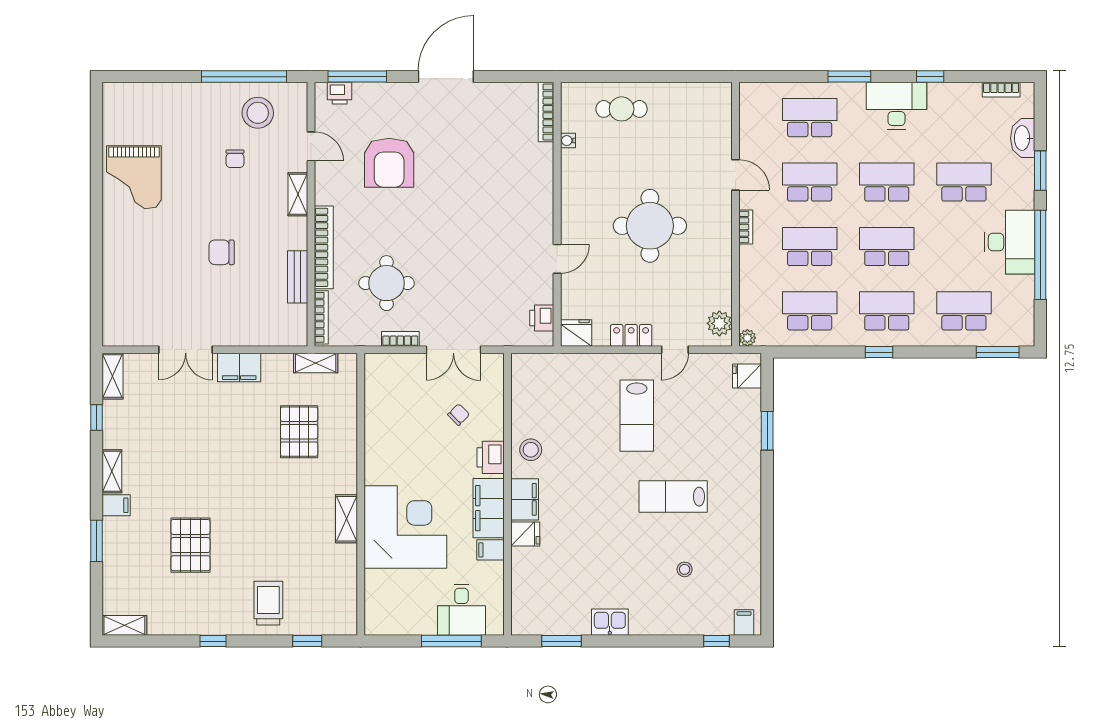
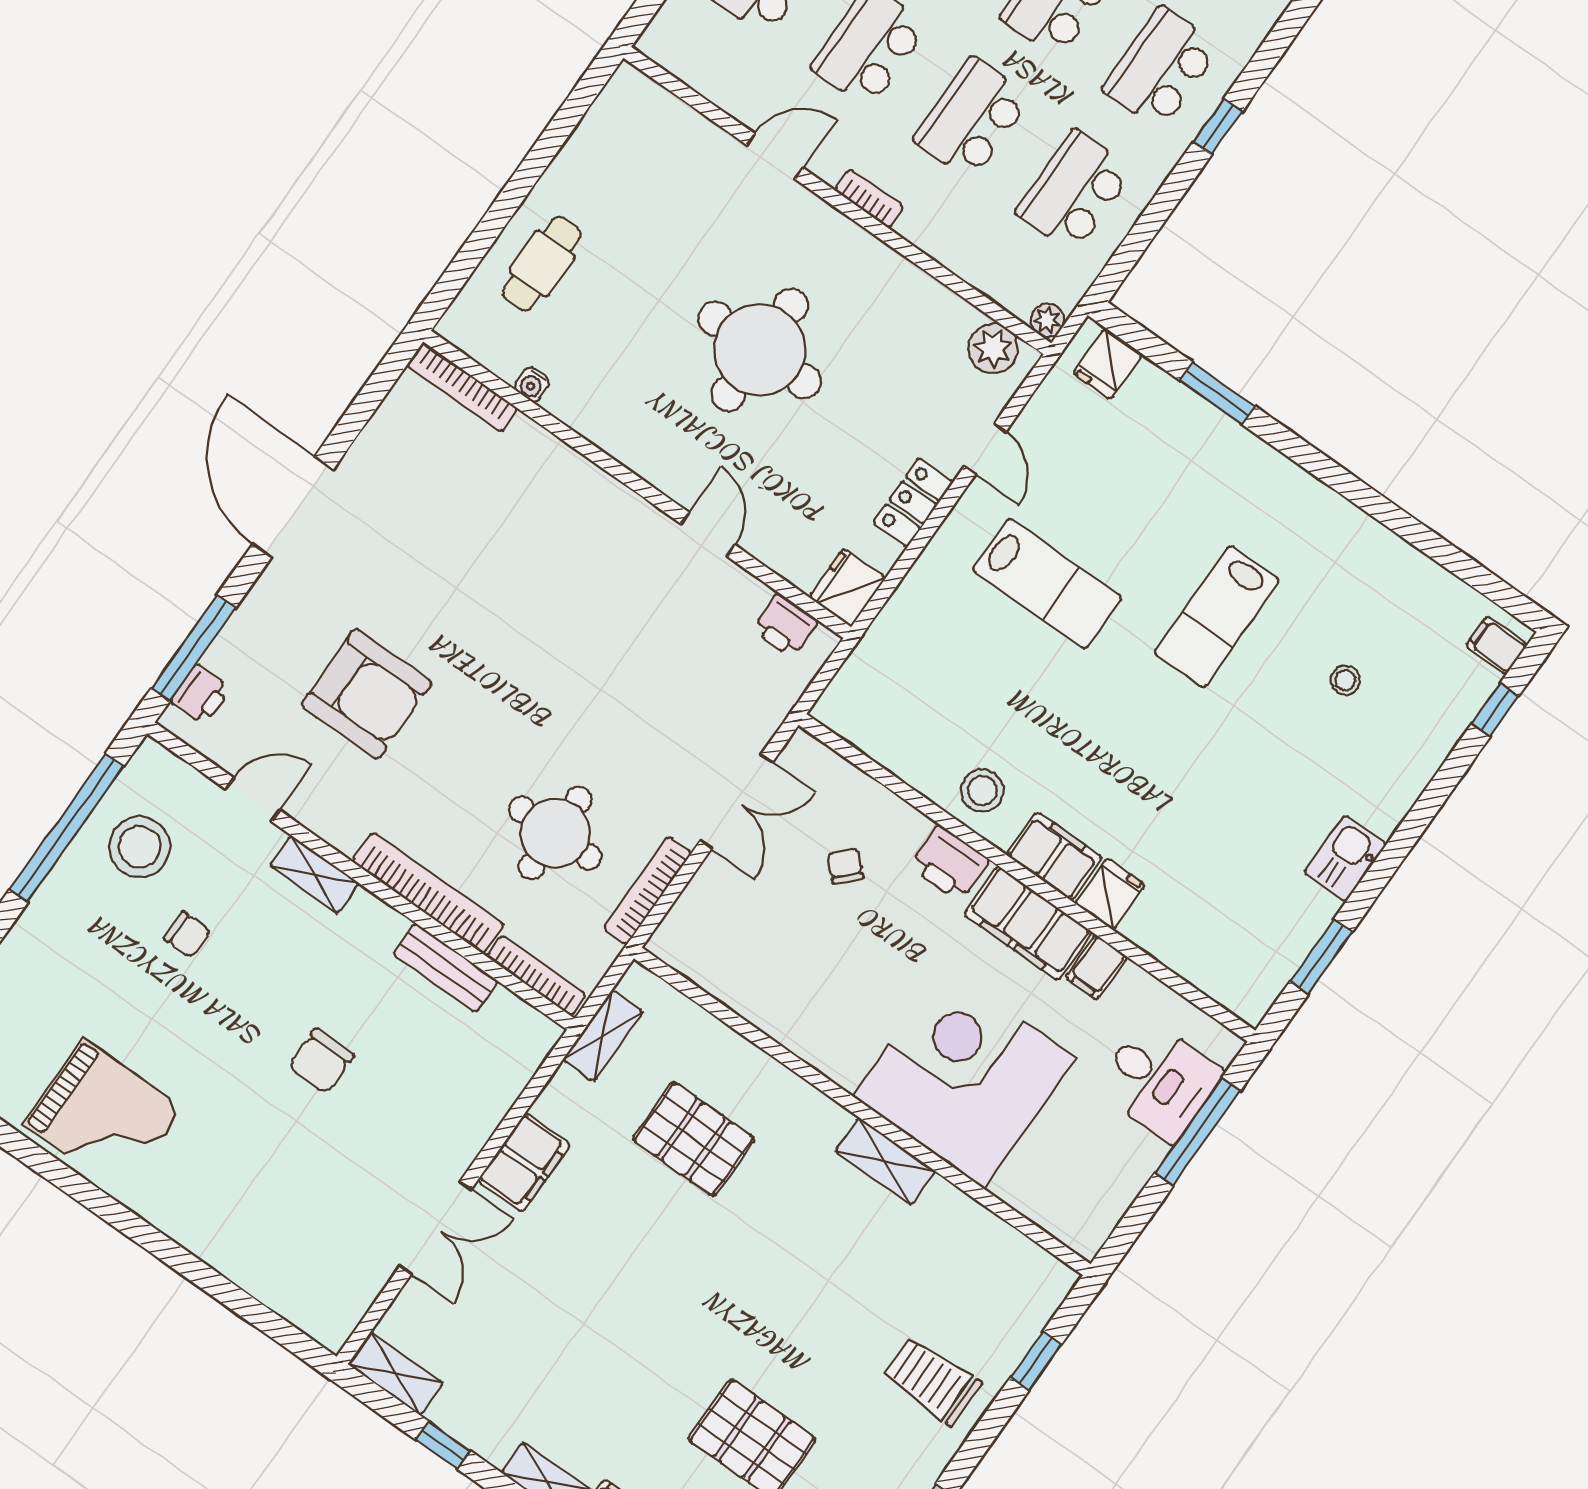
bookcase: (400, 339) -> (648, 890), width x1.56

